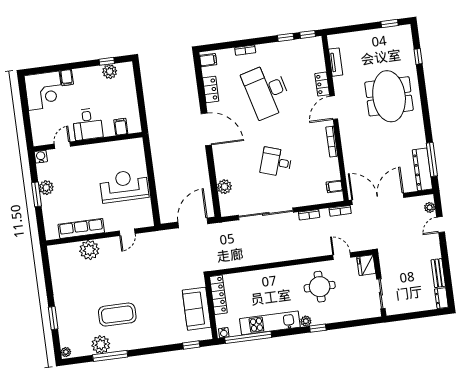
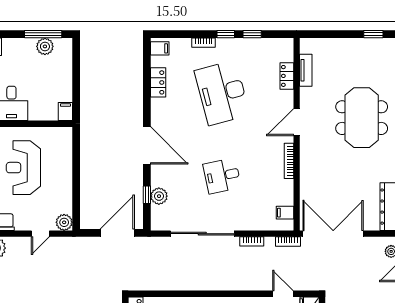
window: (308, 34) -> (226, 34), moved
window: (107, 61) -> (43, 34), width x2.17
locker: (322, 84) -> (287, 76), moved
filing cabinet: (121, 127) -> (65, 111), moved
door: (206, 129) -> (147, 145), moved
desk: (276, 162) -> (222, 176), turned -30
reception desk: (124, 186) -> (23, 168), moved, turned -90
window: (214, 187) -> (147, 195), added
plant: (146, 220) -> (64, 222), added

